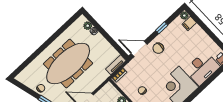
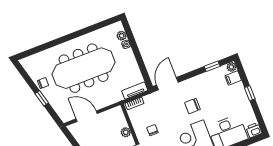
window: (162, 28) -> (212, 66), moved
window: (207, 30) -> (250, 93), added
chair: (158, 48) -> (192, 106), moved
door: (139, 49) -> (167, 84), hinge flipped

